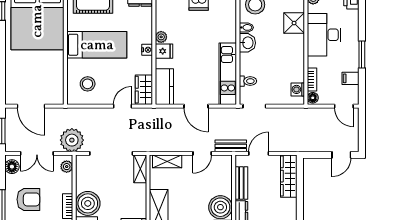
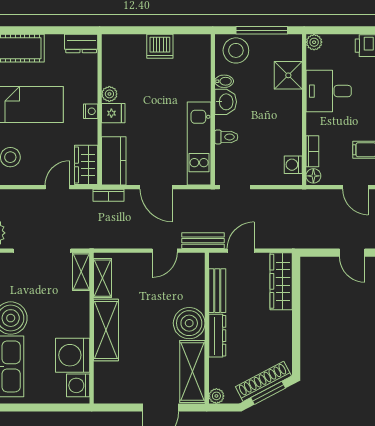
desk: (324, 35) -> (329, 91), width x0.73
toilet: (248, 81) -> (226, 137), moved
bookcase: (160, 112) -> (108, 195), added
door: (341, 155) -> (352, 253), hinge flipped
shelving: (167, 161) -> (102, 278), moved, turned 90

